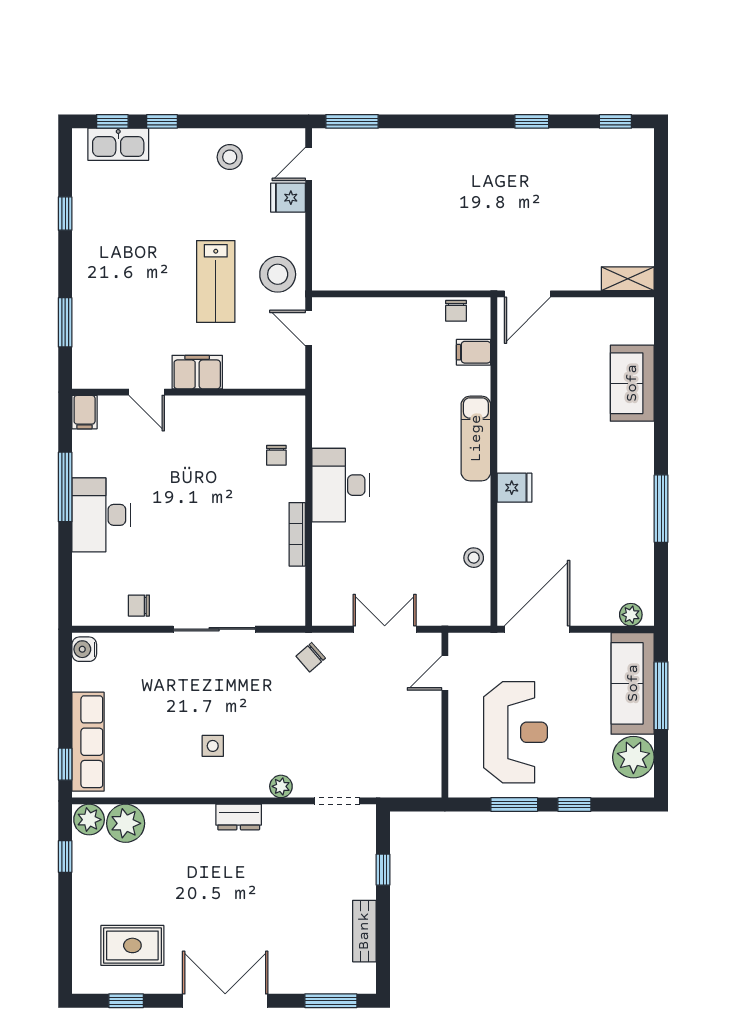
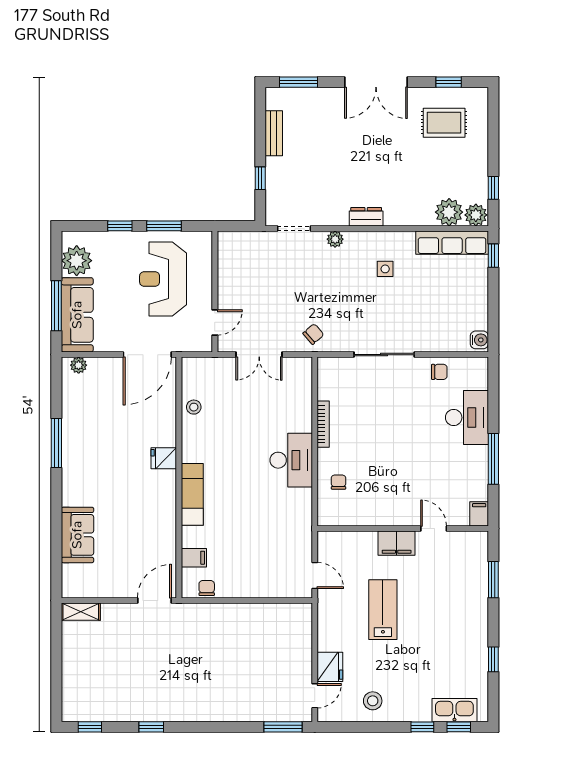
fridge: (288, 198) -> (330, 667), width x1.38
stool: (278, 274) -> (338, 615), removed
desk: (101, 515) -> (467, 418), moved
row of seats: (88, 742) -> (452, 243), moved, turned -90

